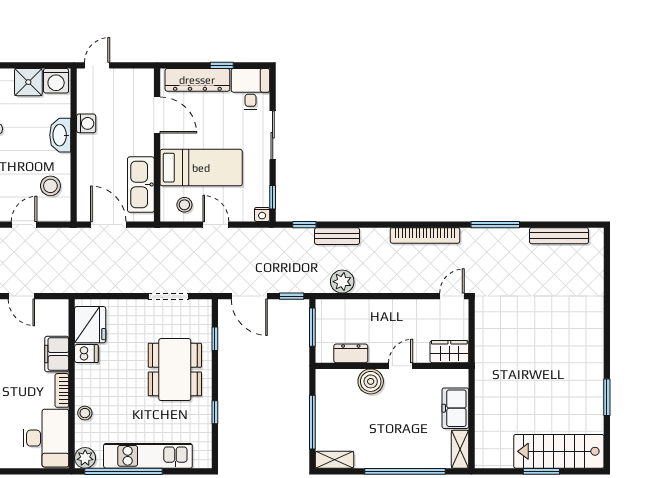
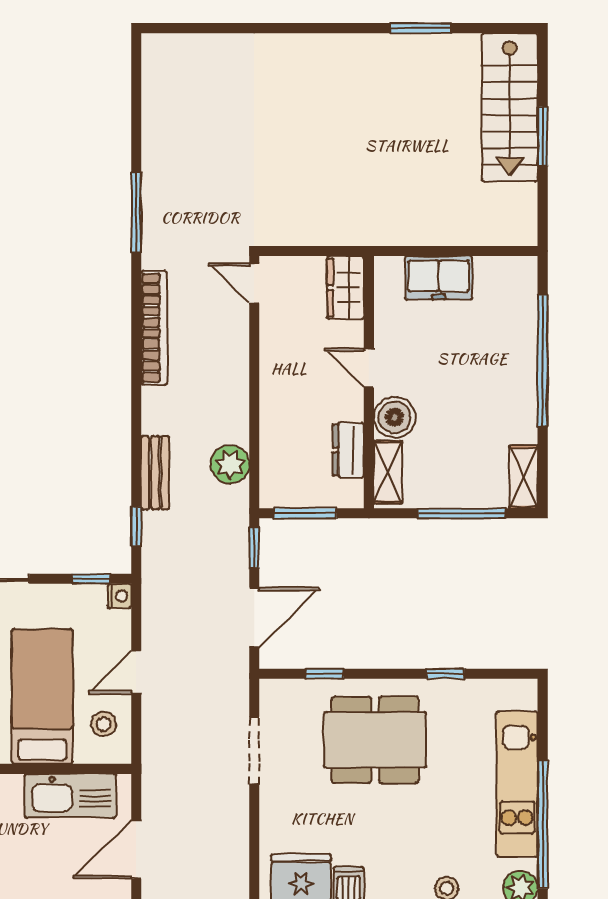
bench: (559, 236) -> (155, 107), removed
shelving: (460, 449) -> (388, 472), moved, turned 90

